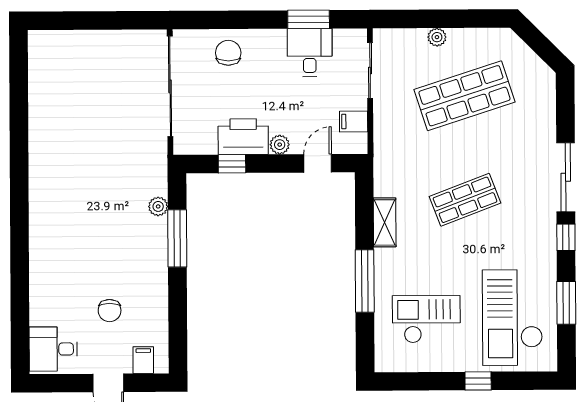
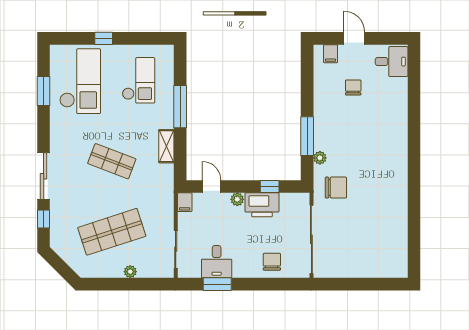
chair: (228, 53) -> (272, 262), turned 180
filing cabinet: (354, 121) -> (185, 202), moved, turned 90
chair: (134, 163) -> (336, 188), added
door: (318, 163) -> (212, 186), swing flipped
shop shelf: (465, 200) -> (112, 161), turned 42
window: (566, 237) -> (44, 219), moved
checkout: (426, 319) -> (138, 80), turned -90

